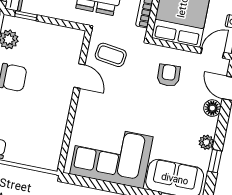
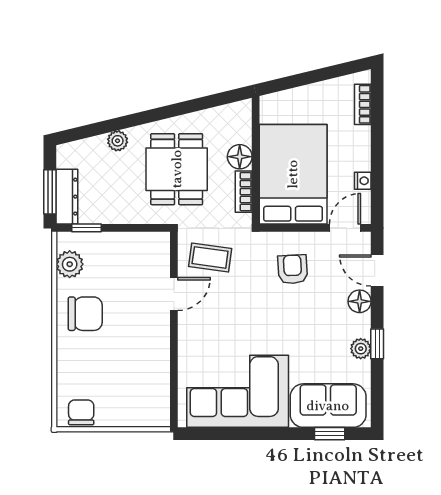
door: (79, 76) -> (174, 294), hinge flipped
window: (215, 161) -> (377, 344), moved

